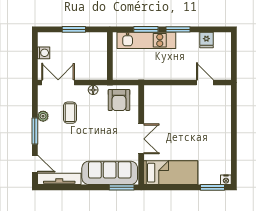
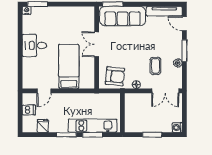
washing machine: (44, 53) -> (177, 128), moved
dishwasher: (223, 59) -> (29, 110), added
door: (205, 82) -> (44, 91), hinge flipped
armchair: (119, 100) -> (115, 76), turned 96
desk: (217, 137) -> (34, 45), added
bed: (171, 173) -> (69, 66), moved, turned 90

